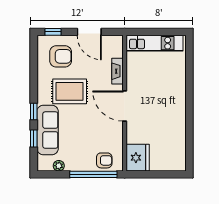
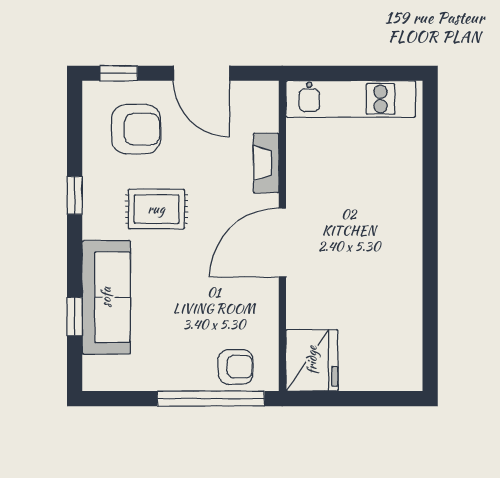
rug: (70, 91) -> (156, 209), width x0.73, depth x0.70
door: (125, 106) -> (282, 243), hinge flipped
window: (34, 111) -> (75, 195), moved
plant: (59, 166) -> (132, 379), removed

